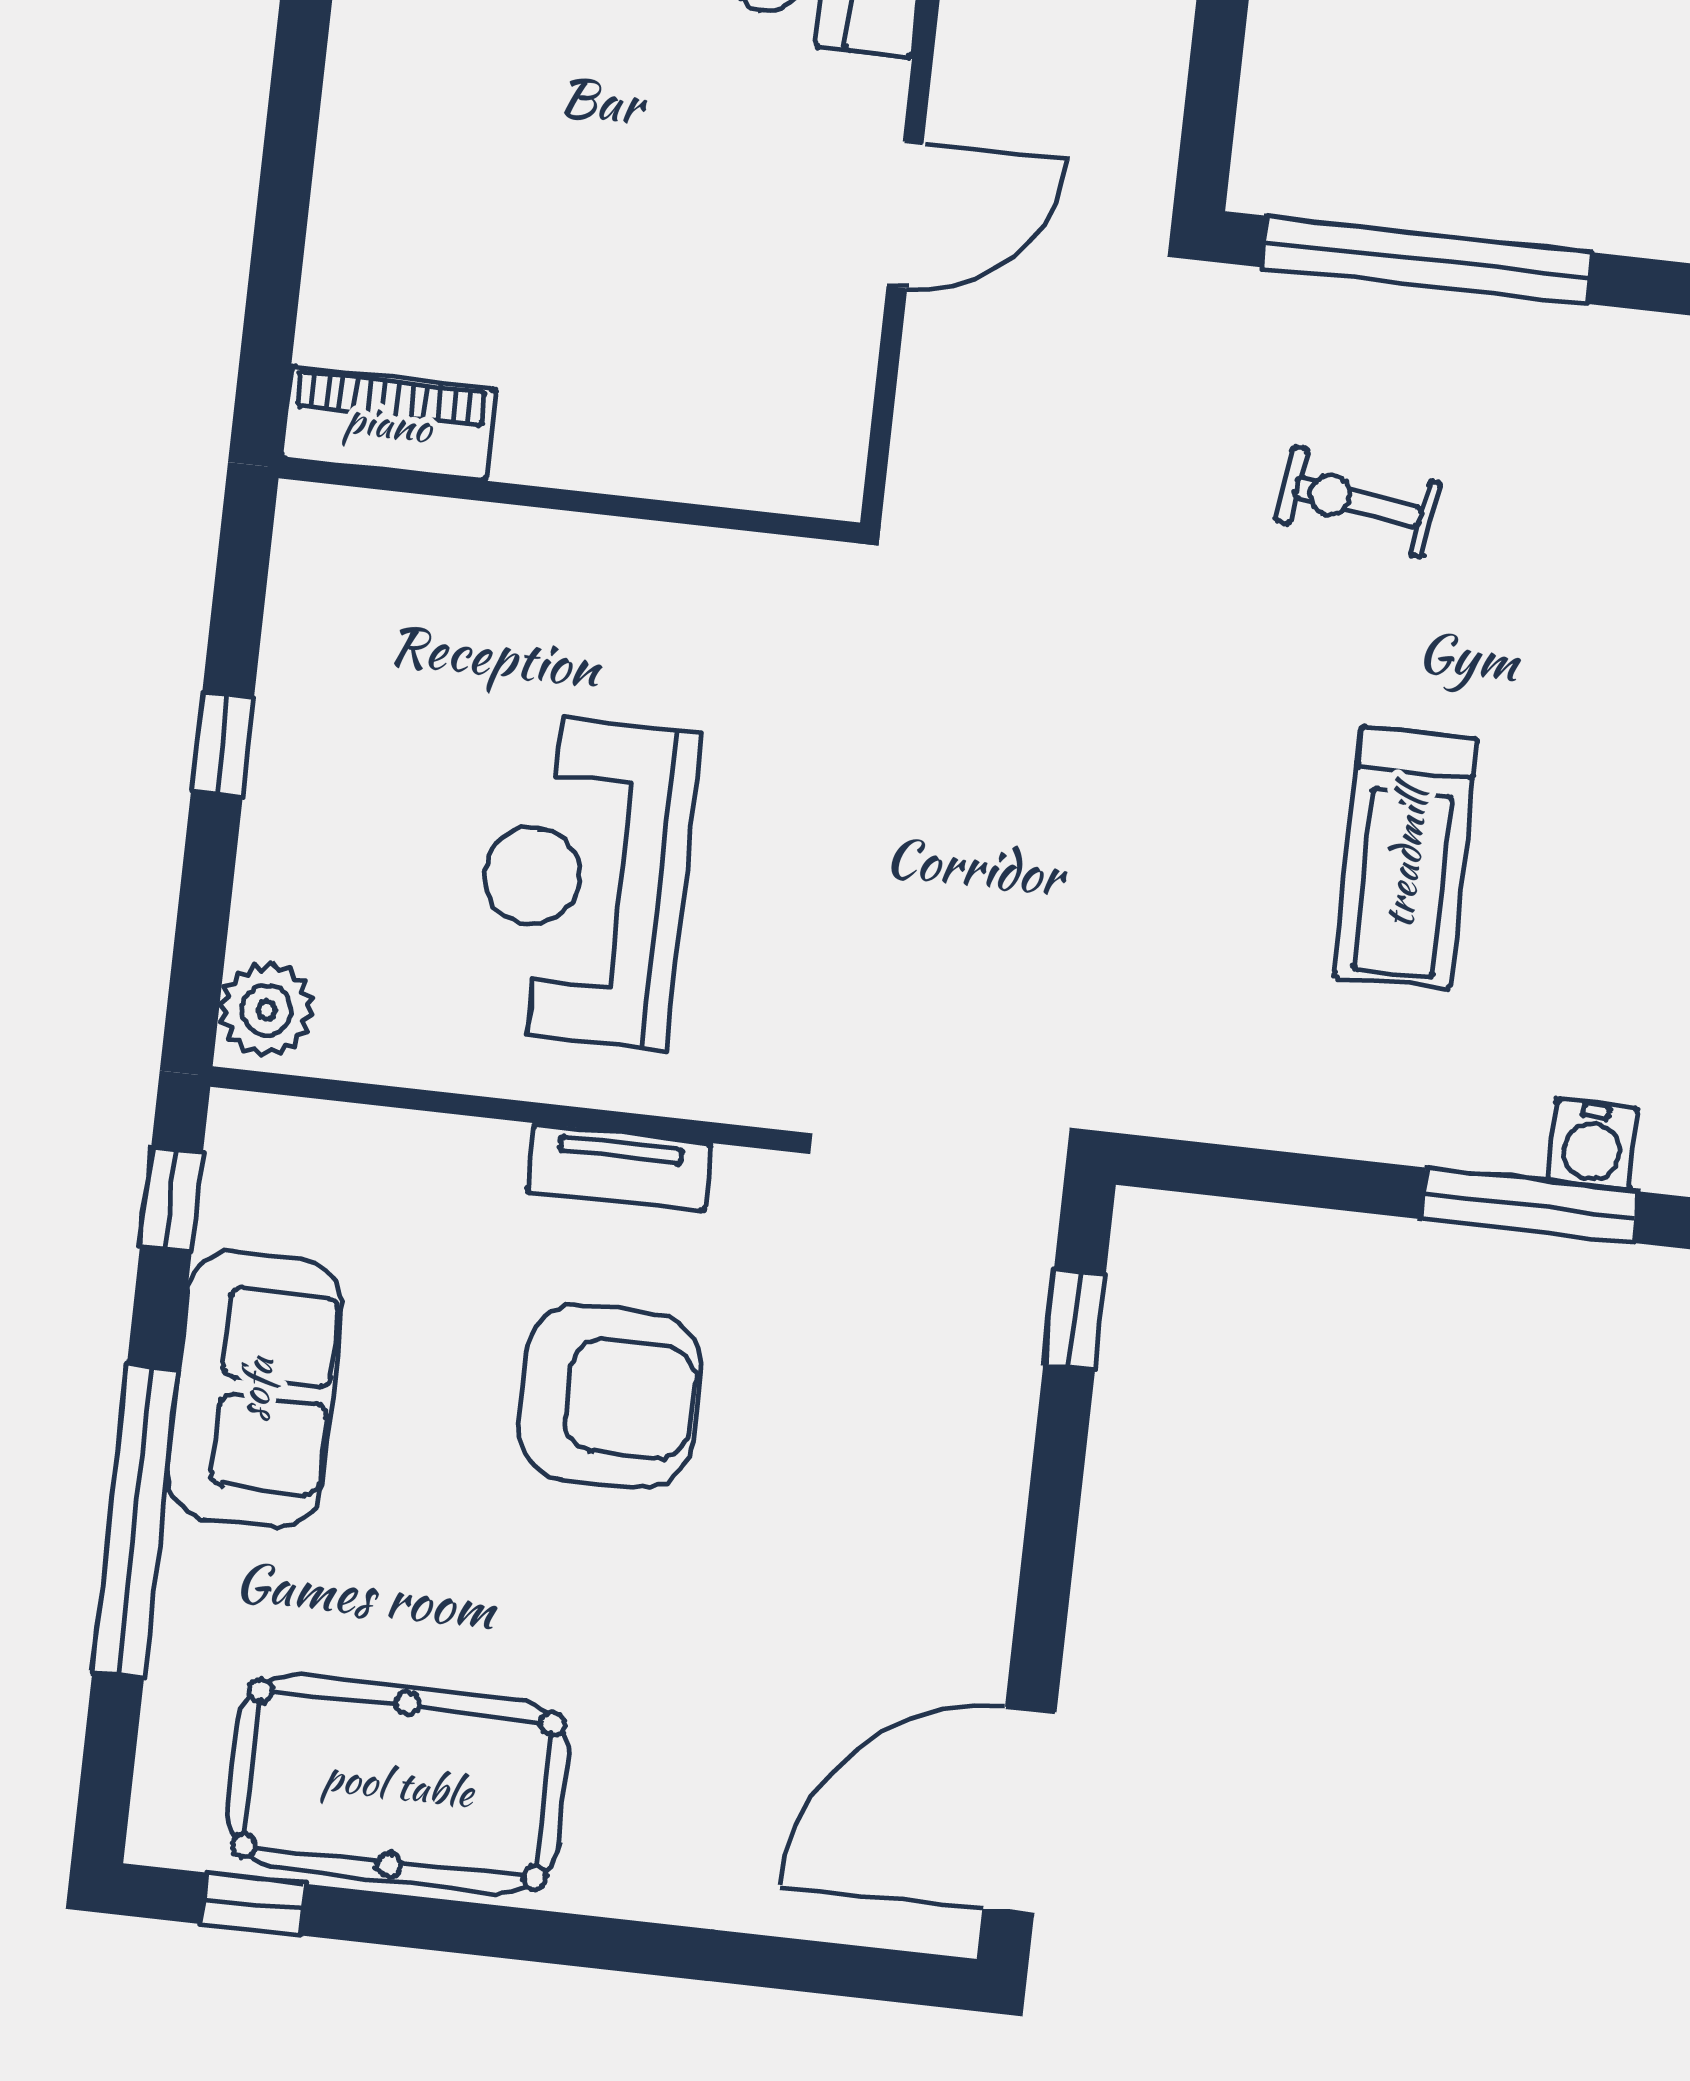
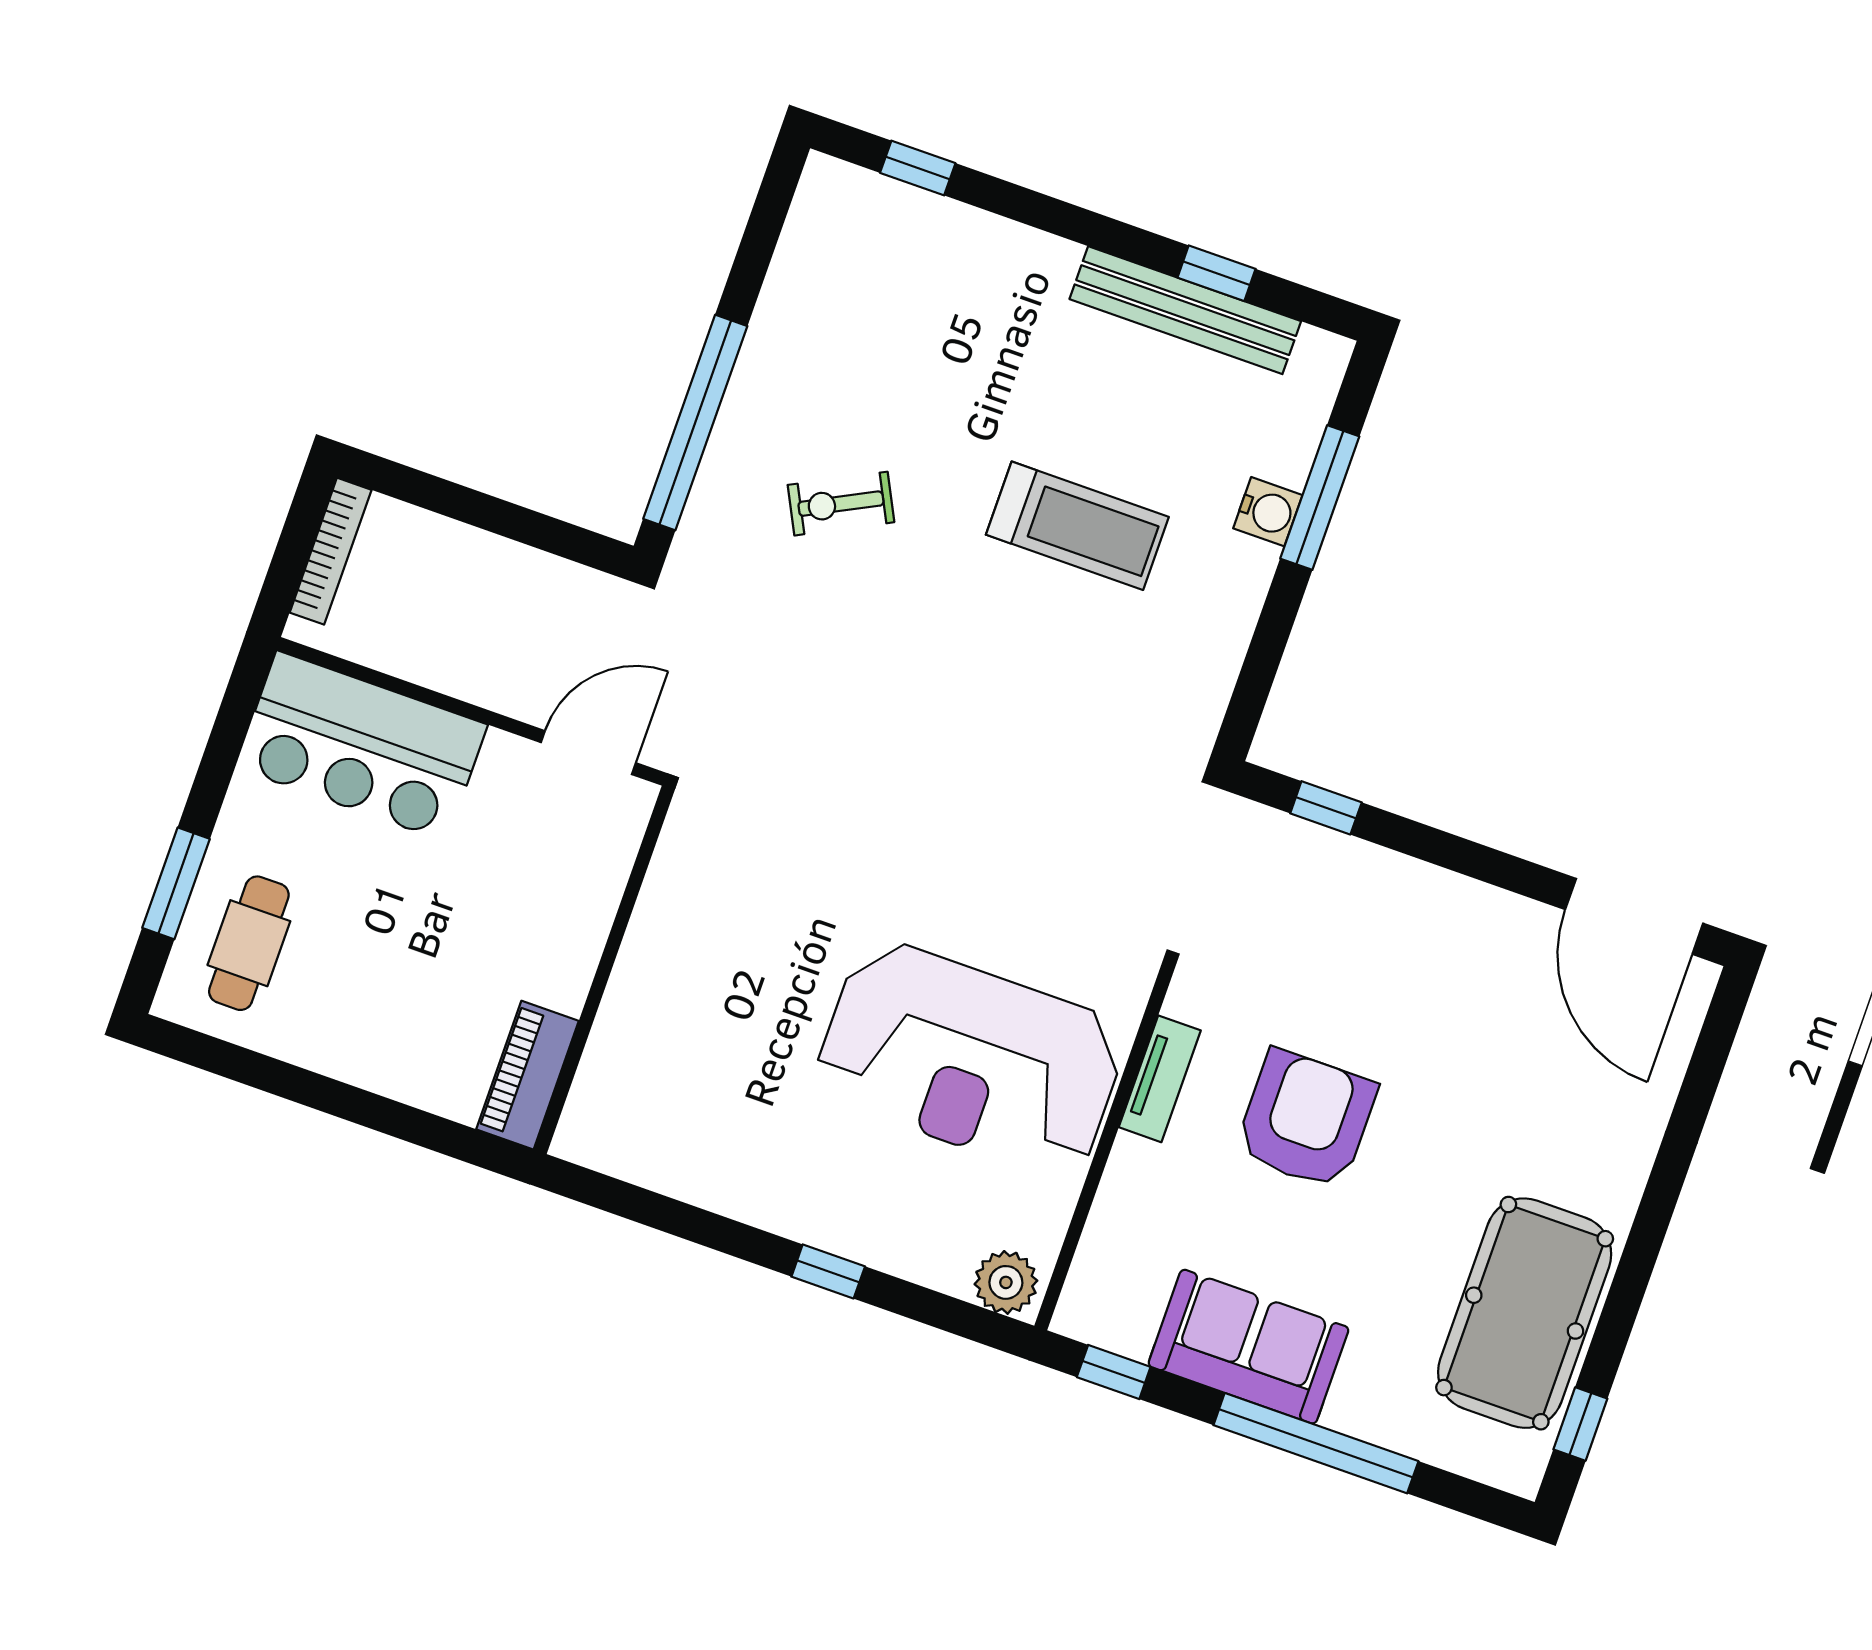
door: (905, 215) -> (588, 753), hinge flipped
piano: (388, 423) -> (527, 1075), moved
wall: (569, 500) -> (604, 970), moved
exercise bike: (1358, 502) -> (841, 504), turned 55
reception desk: (584, 882) -> (970, 1059), width x1.36, depth x1.30
water cooler: (1593, 1145) -> (1268, 512), moved

